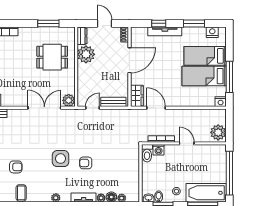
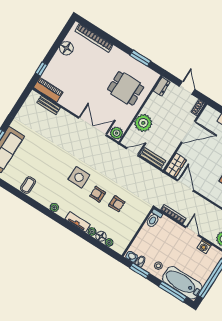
plant: (86, 54) -> (143, 123), moved
washing machine: (159, 150) -> (204, 246), moved
armchair: (16, 167) -> (117, 204), moved

